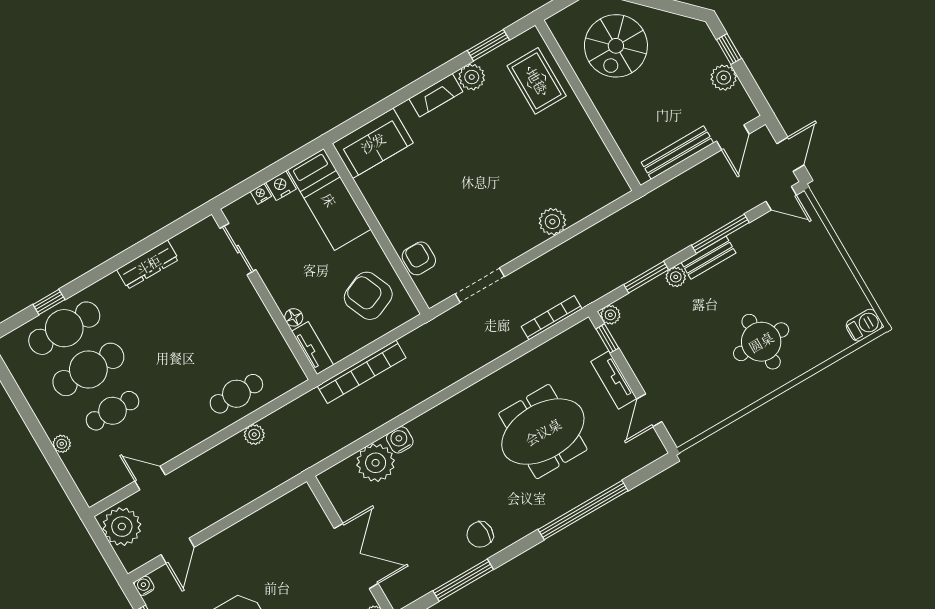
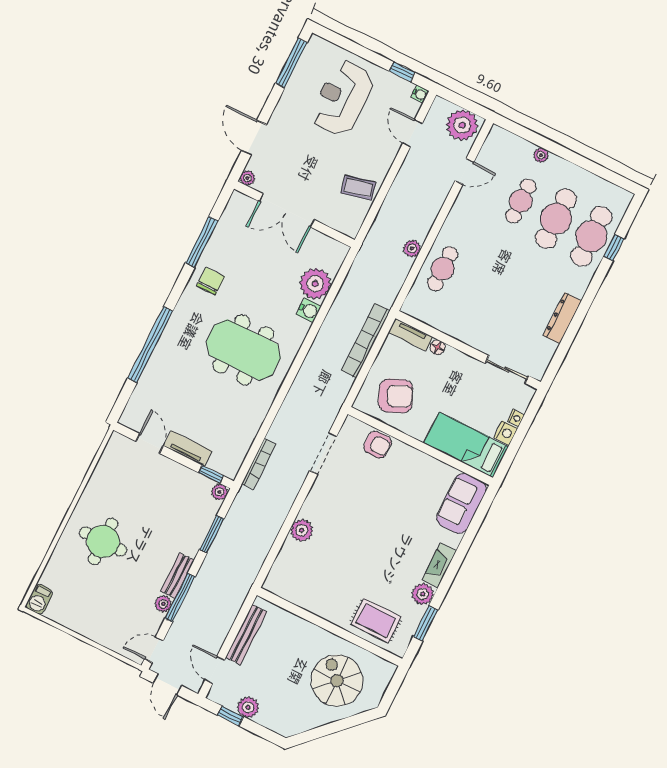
window: (729, 49) -> (230, 716), moved
plant: (676, 277) -> (163, 604), moved
meeting table: (543, 432) -> (243, 350), moved, turned 90
coffee table: (268, 532) -> (358, 188), added

